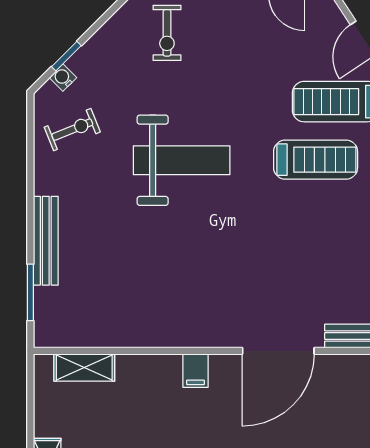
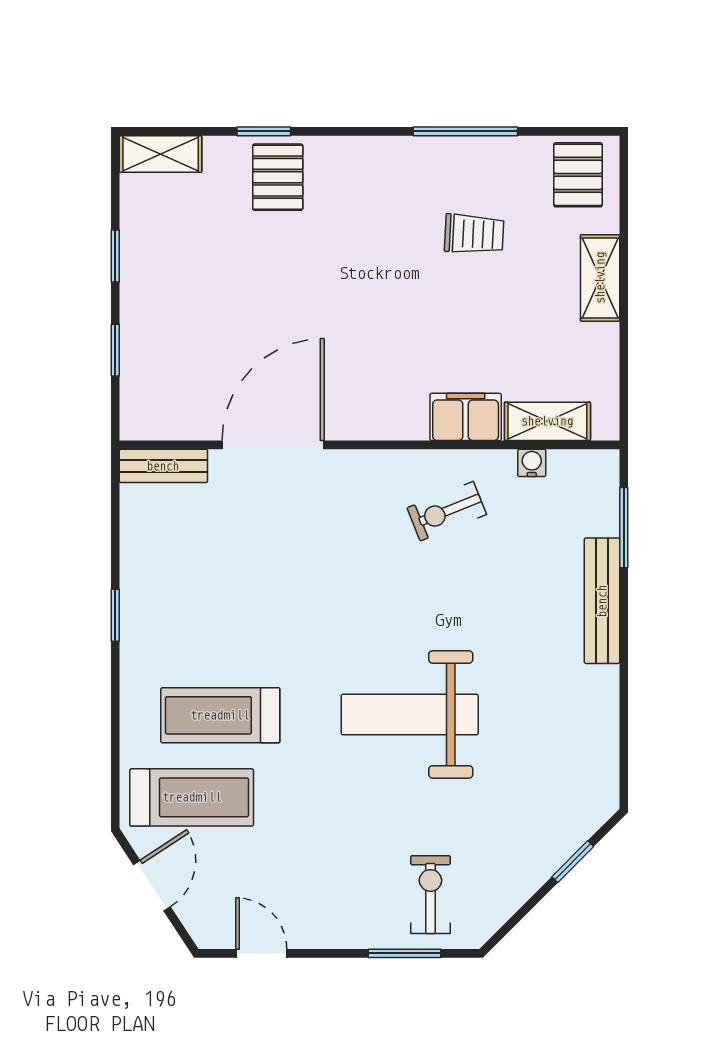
water cooler: (63, 78) -> (532, 463), moved, turned -135
exercise bike: (72, 130) -> (447, 511), moved
filing cabinet: (196, 371) -> (466, 417), moved, width x2.00

